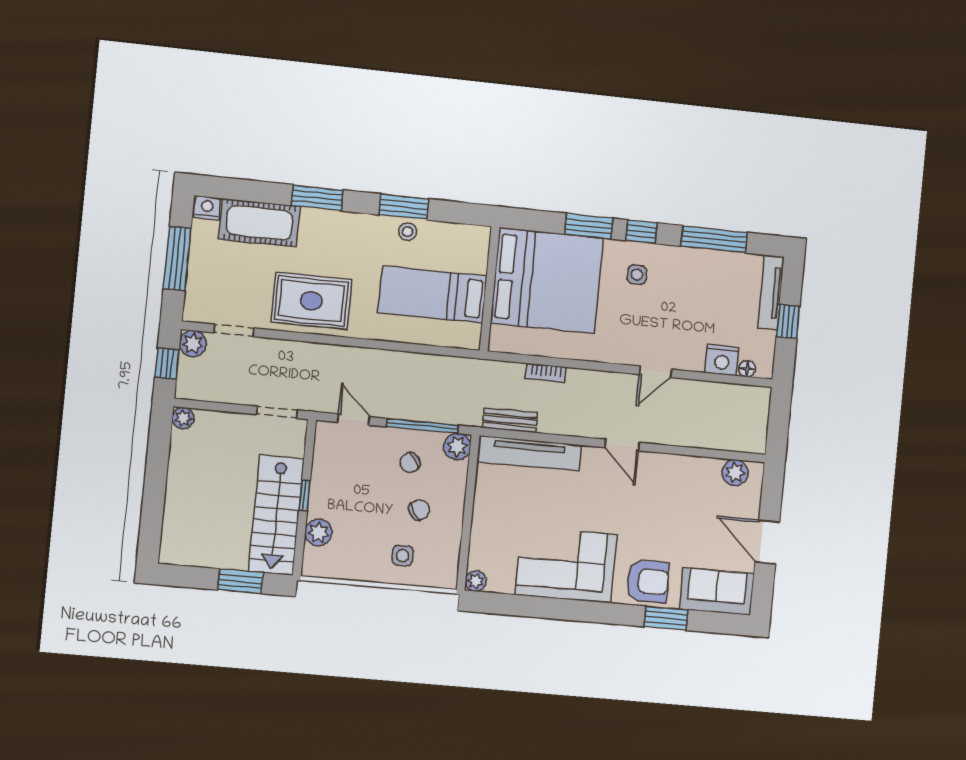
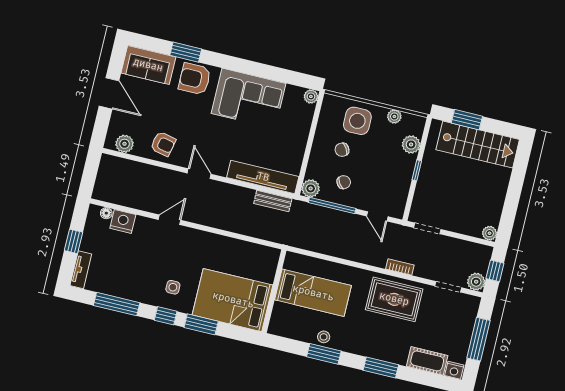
cot: (259, 223) -> (427, 361), width x0.73, depth x0.75
bed: (547, 281) -> (233, 300), width x0.73
tv unit: (771, 293) -> (81, 270), width x0.71
bookcase: (546, 373) -> (400, 267), moved
armchair: (680, 480) -> (163, 144), added
stairs: (276, 515) -> (478, 145), moved, turned 90
side table: (403, 556) -> (357, 121), width x1.87, depth x1.87
plant: (349, 570) -> (394, 116), added

